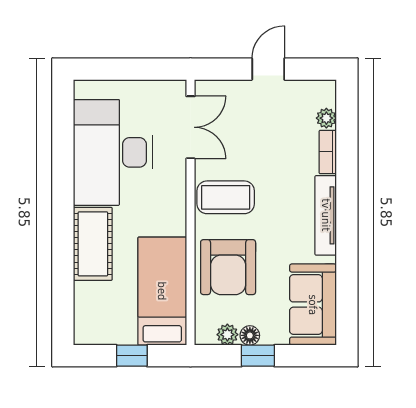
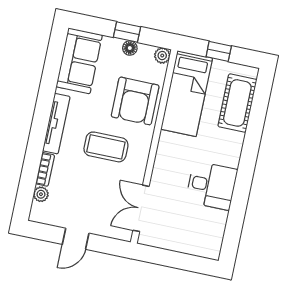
desk: (113, 152) -> (212, 185), width x0.53, depth x0.77
coffee table: (226, 197) -> (106, 147), moved
cot: (93, 244) -> (237, 103), moved
armchair: (228, 267) -> (135, 101), turned 180
plant: (227, 335) -> (162, 56), moved

